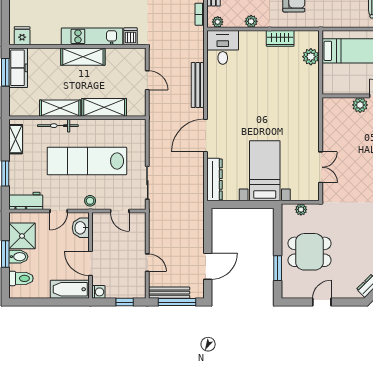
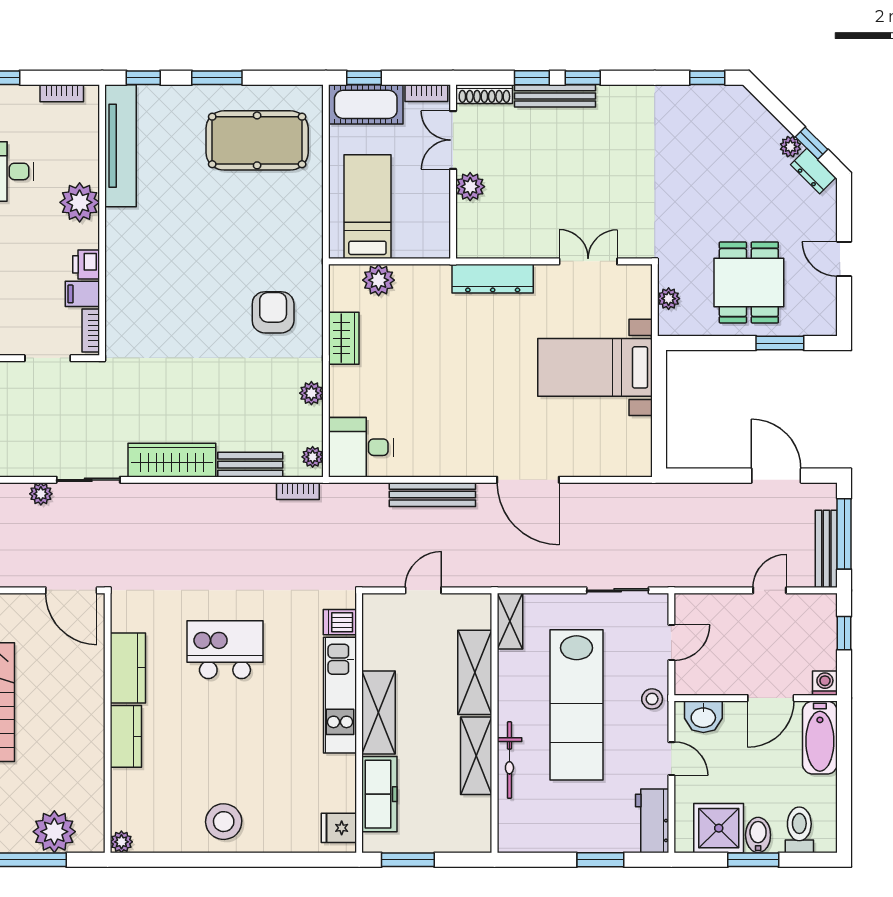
freezer: (18, 68) -> (379, 794), moved, turned 90
shelving: (16, 139) -> (510, 621), moved, turned 90
dresser: (215, 179) -> (493, 279), moved, turned 180

